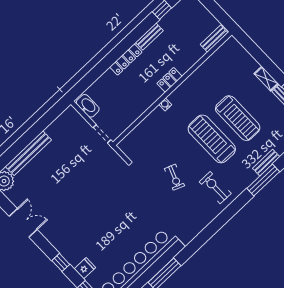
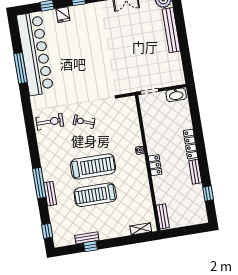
shelving: (266, 79) -> (141, 229), moved
exercise bike: (215, 188) -> (50, 122), moved

